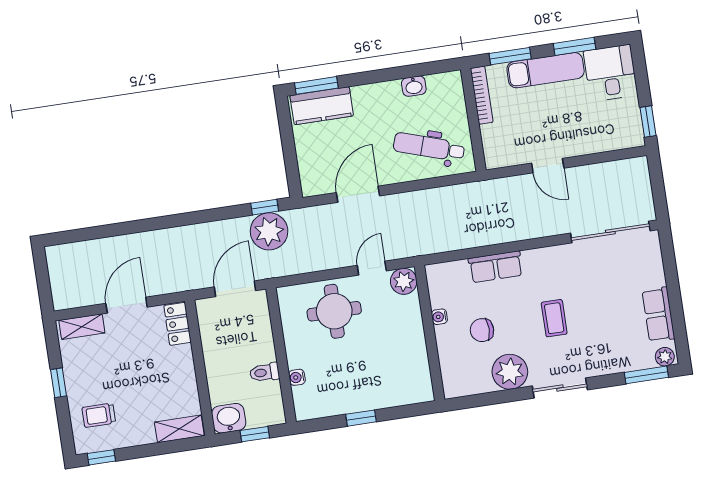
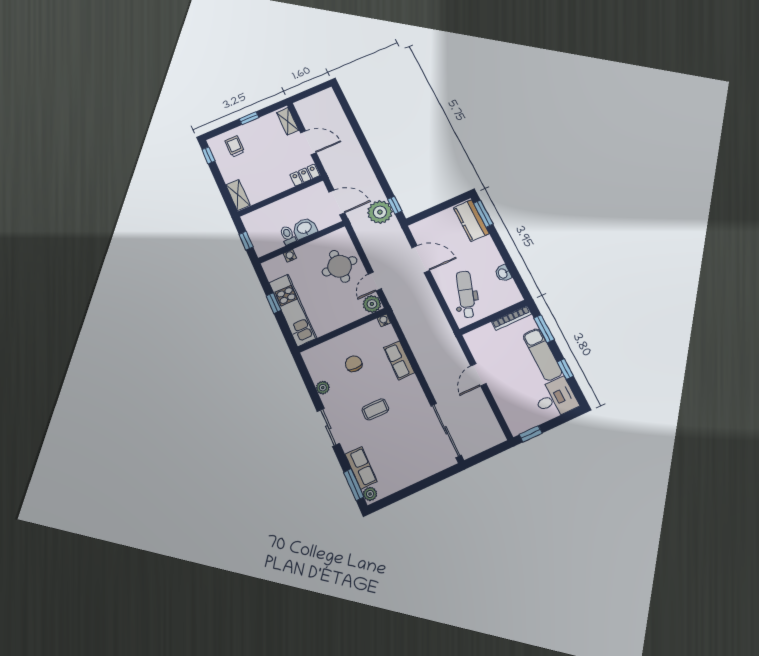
window: (575, 46) -> (565, 369), width x0.67
door: (372, 268) -> (375, 281), swing flipped
row of seats: (658, 315) -> (361, 468), moved, turned 90
water cooler: (439, 317) -> (384, 320), moved
plant: (510, 372) -> (323, 388), width x0.53, depth x0.53
kitchen unit: (380, 394) -> (293, 310), added
washbasin: (229, 418) -> (305, 228), moved, turned -90

